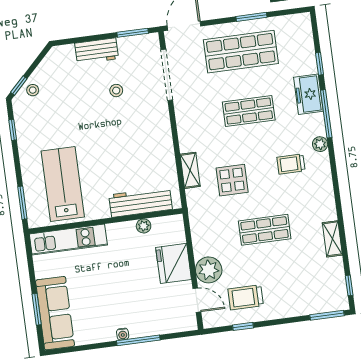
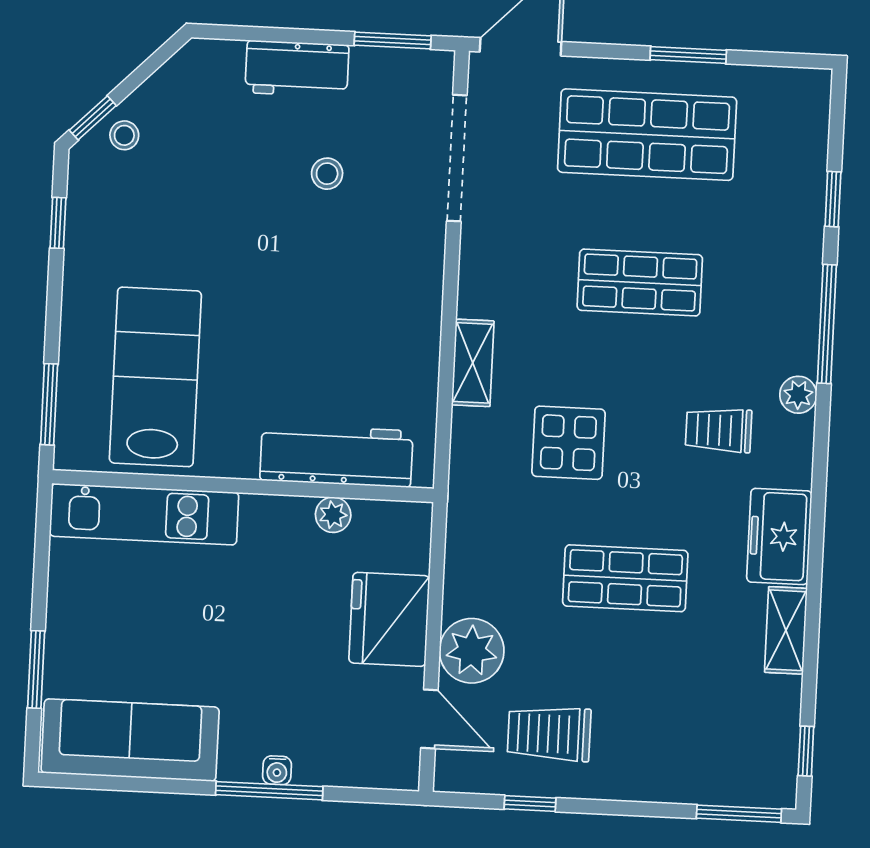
freezer: (308, 94) -> (779, 536), moved
shelving: (190, 170) -> (473, 363), moved
sofa: (55, 313) -> (130, 740), moved, turned -90
water cooler: (123, 334) -> (277, 770), moved

